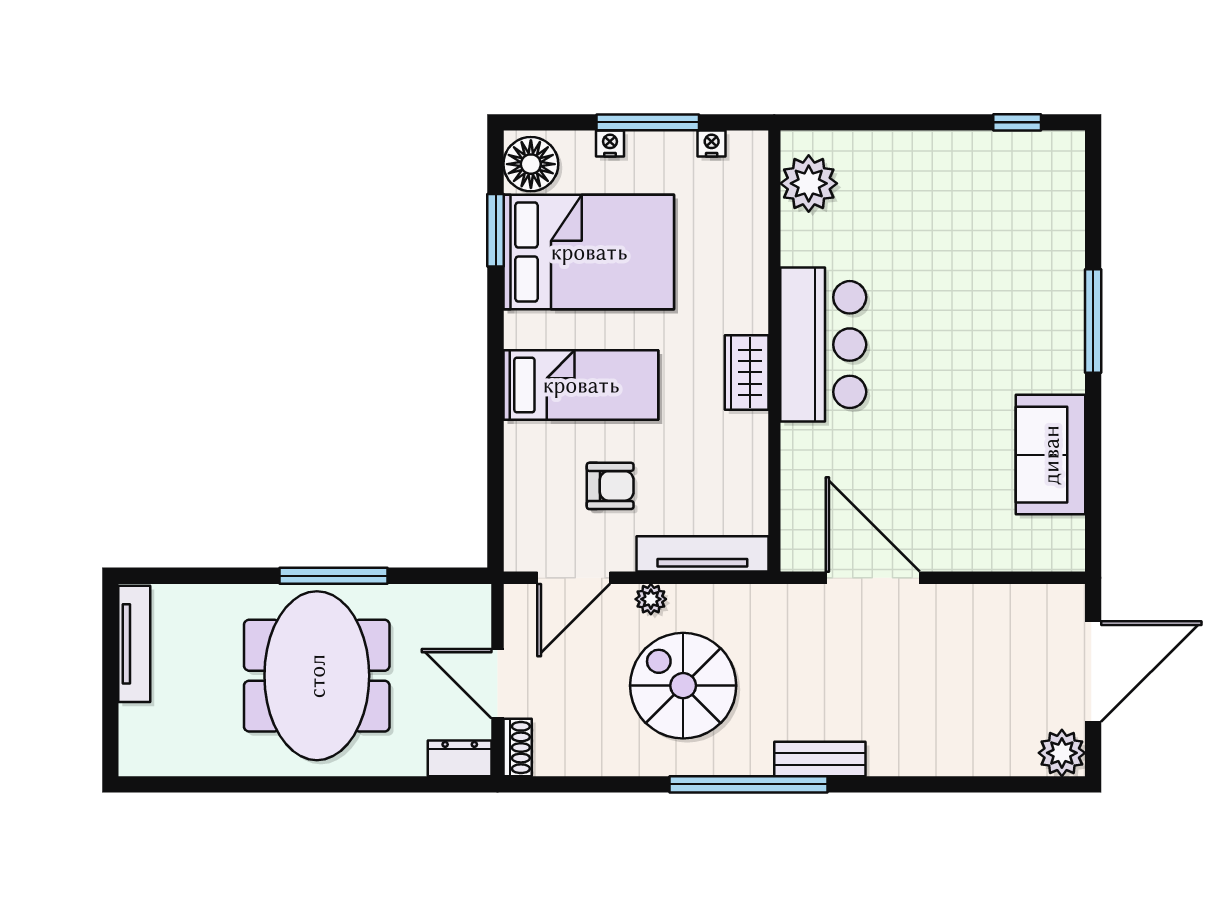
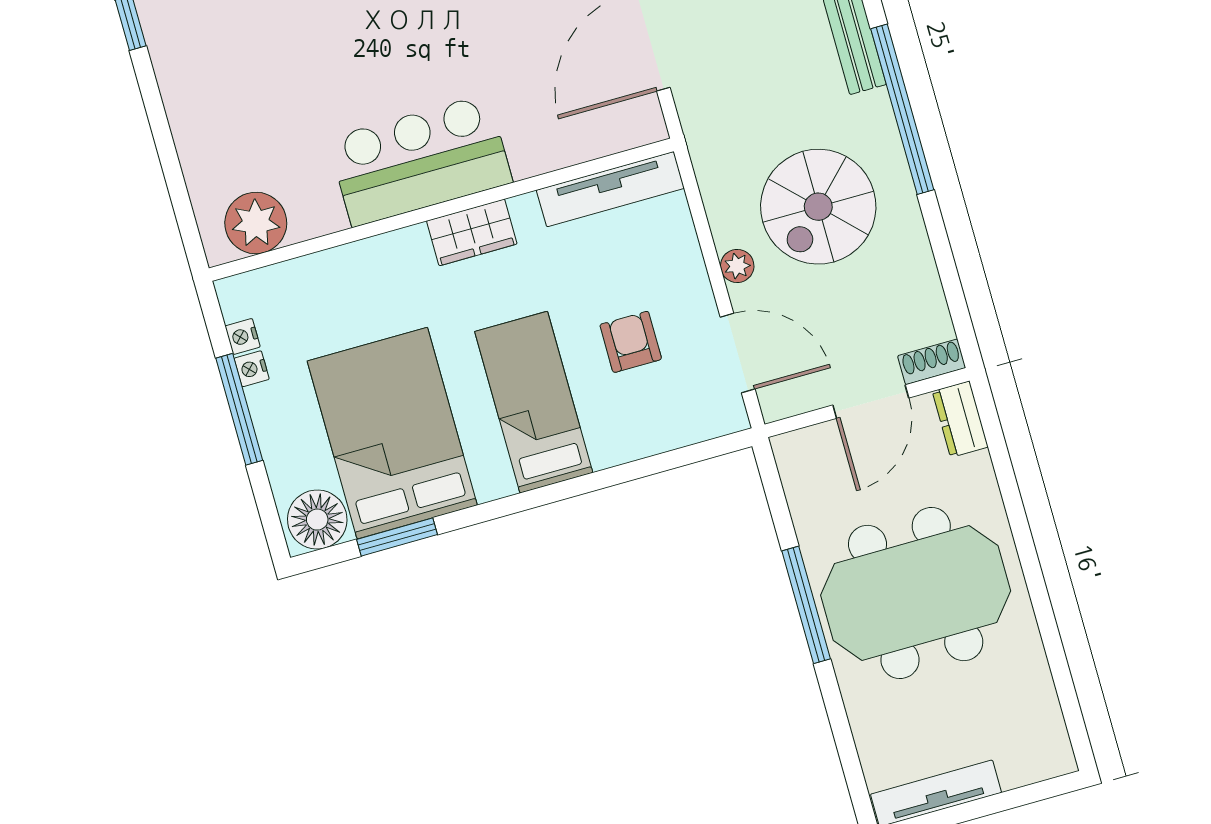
nightstand: (610, 144) -> (252, 369), moved
tv unit: (702, 554) -> (610, 189), moved, turned -90

